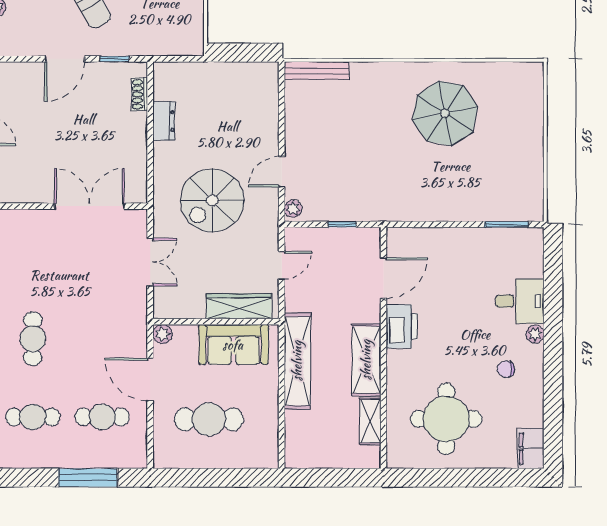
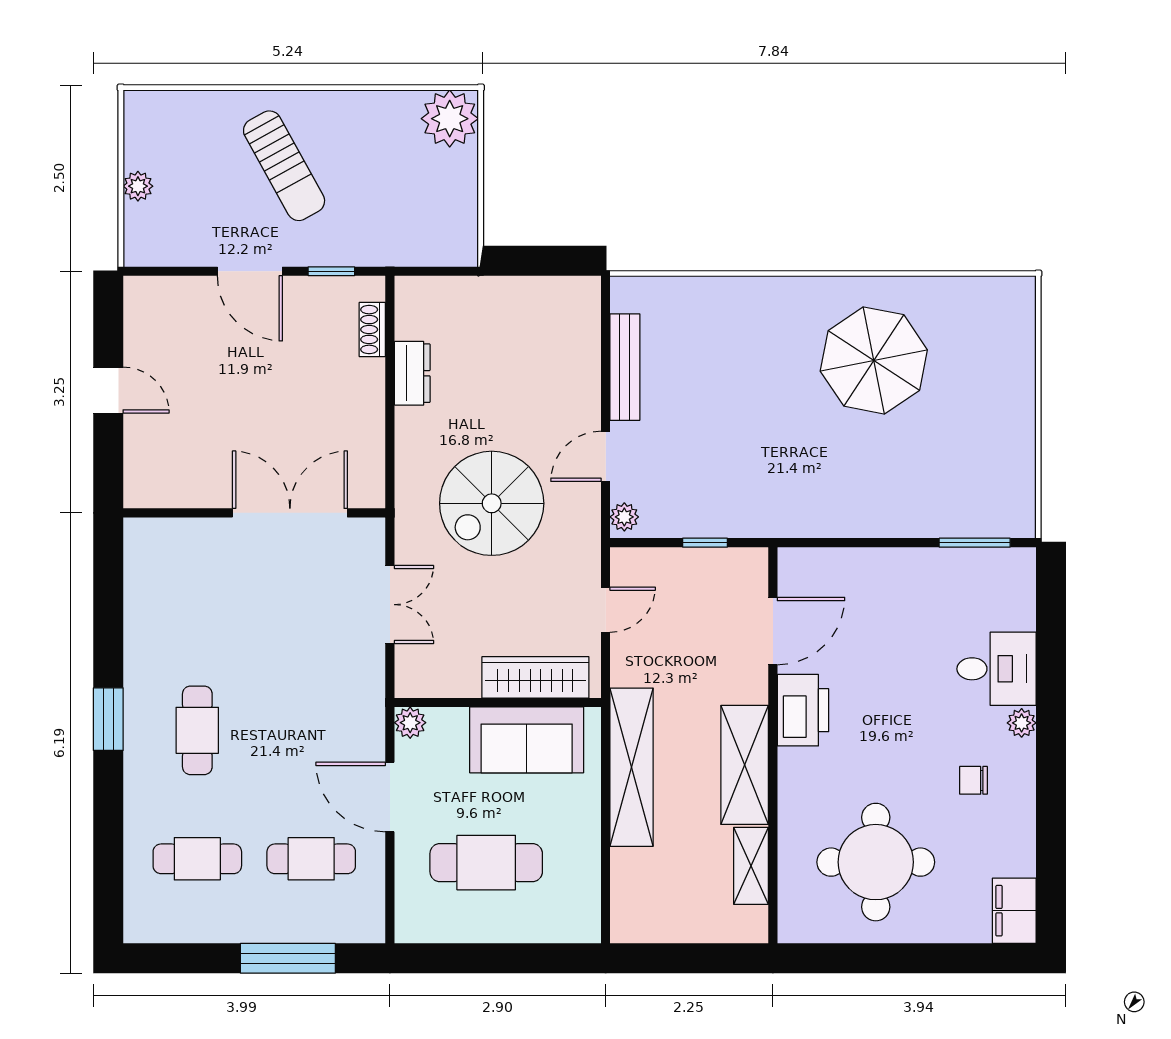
door: (65, 59) -> (250, 271), hinge flipped
bench: (317, 71) -> (625, 367), moved, turned 90

